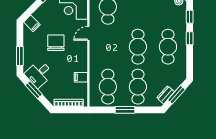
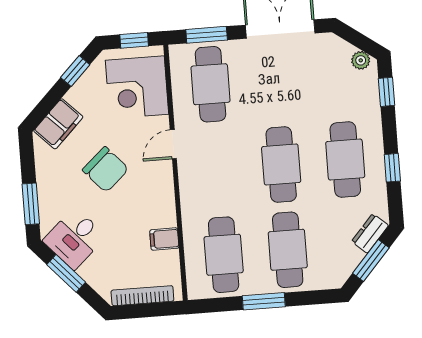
filing cabinet: (32, 23) -> (58, 124), width x2.00
window: (190, 38) -> (392, 168), moved
chair: (56, 43) -> (106, 170), turned 138
dresser: (166, 95) -> (370, 233), moved

